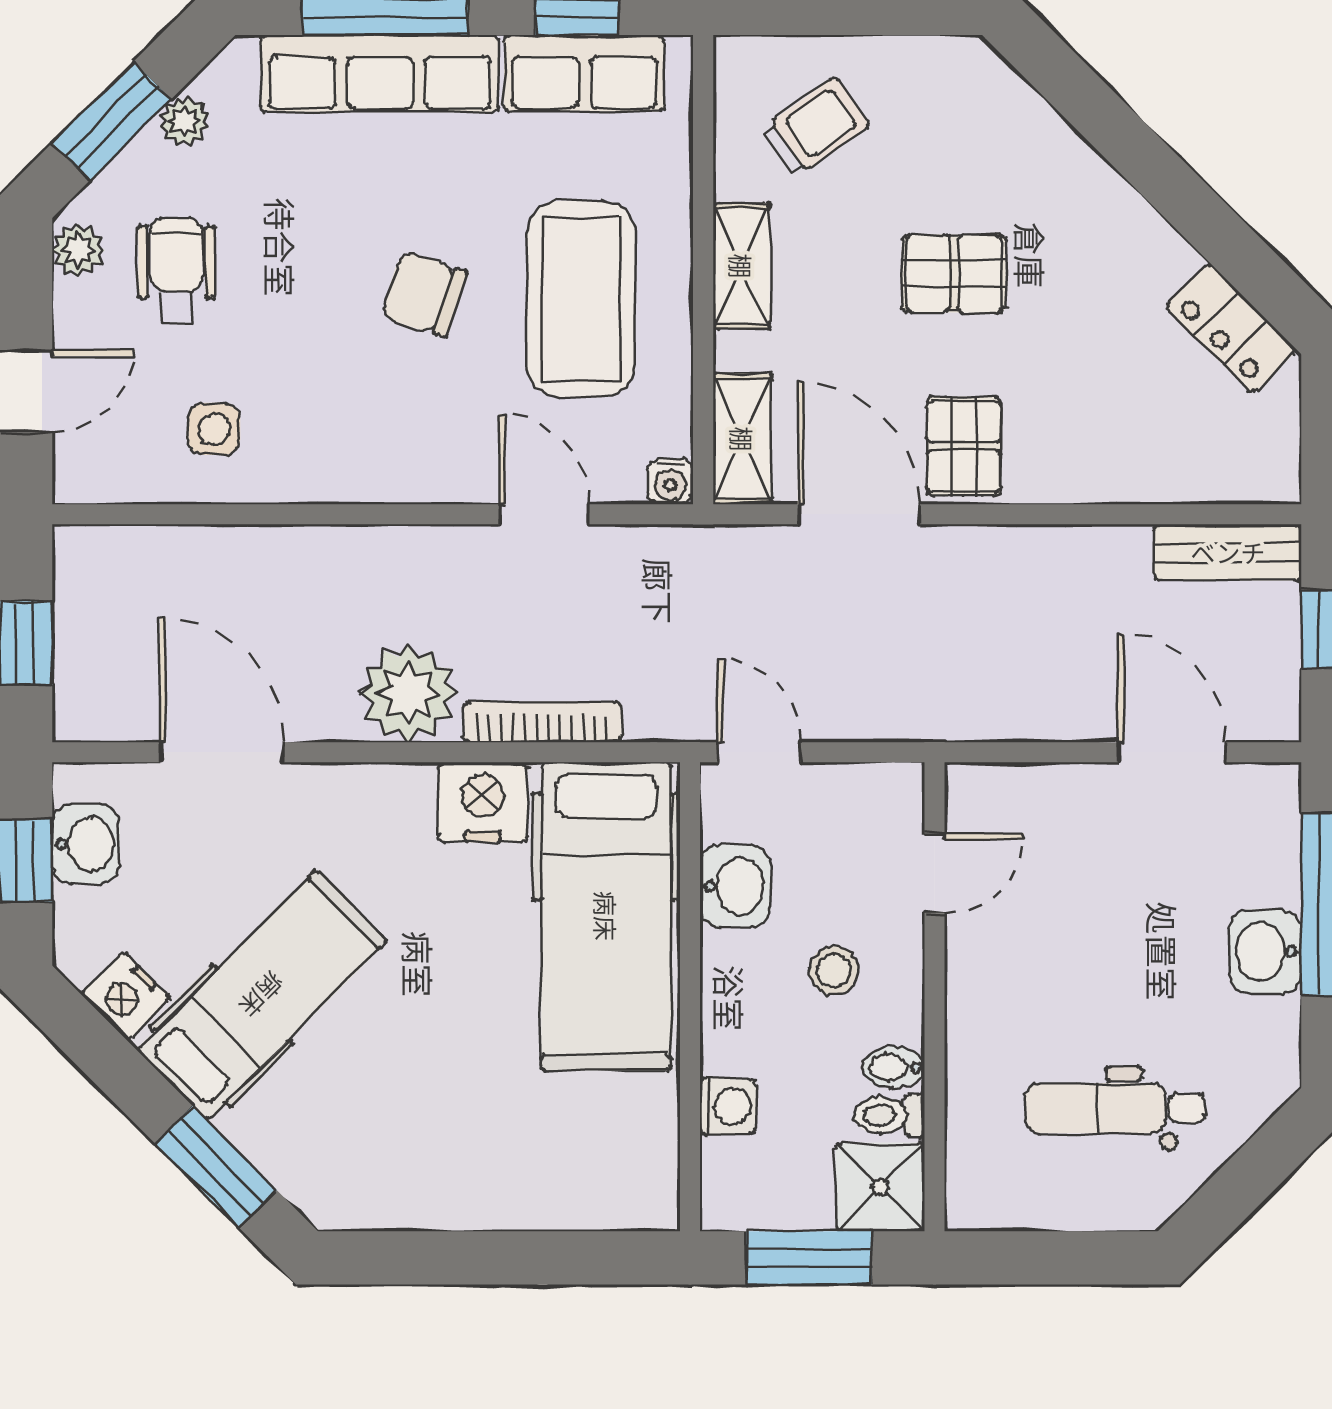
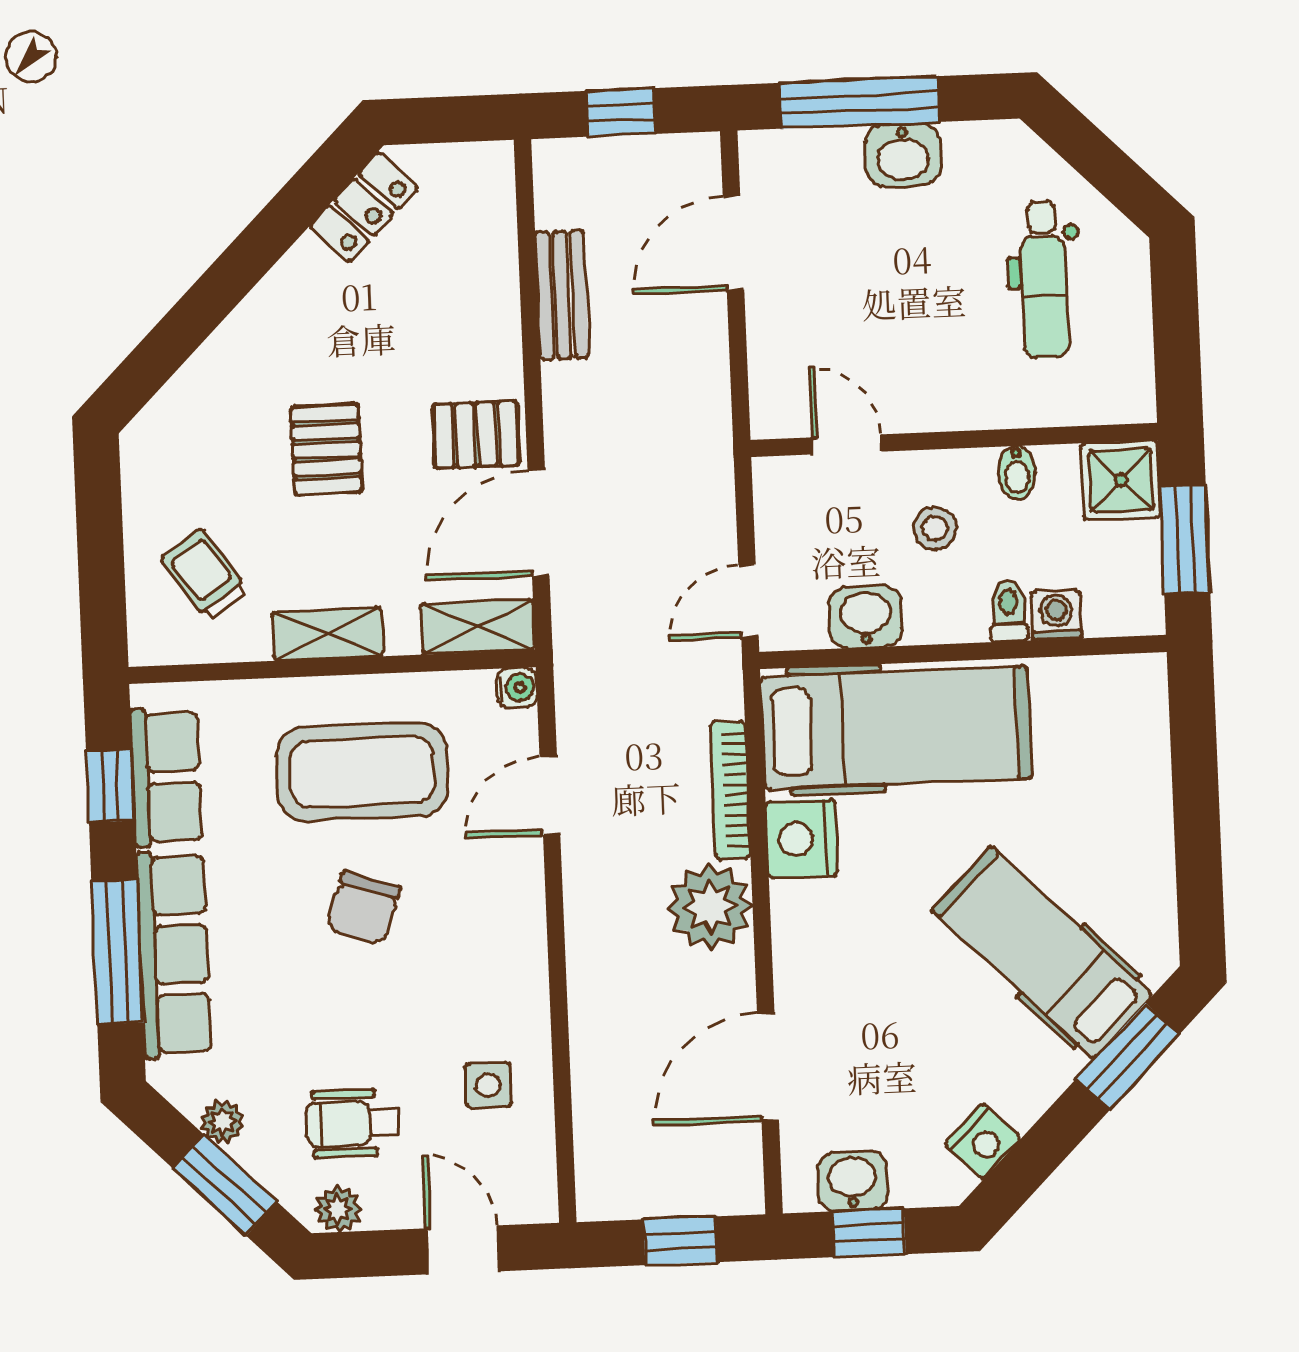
bench: (1228, 552) -> (562, 295), moved
hospital bed: (262, 995) -> (1042, 952), moved
toilet: (889, 1116) -> (1008, 611), moved, turned 180

